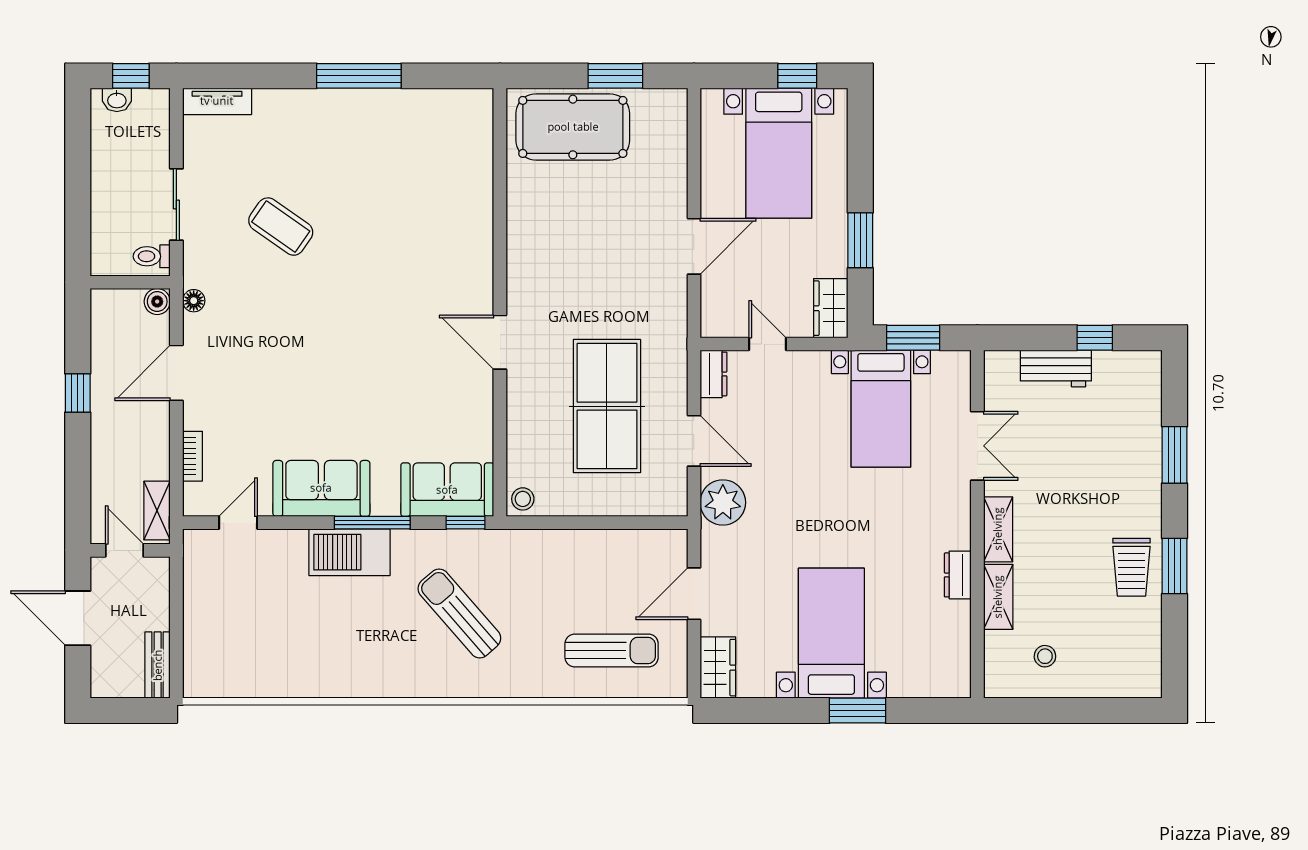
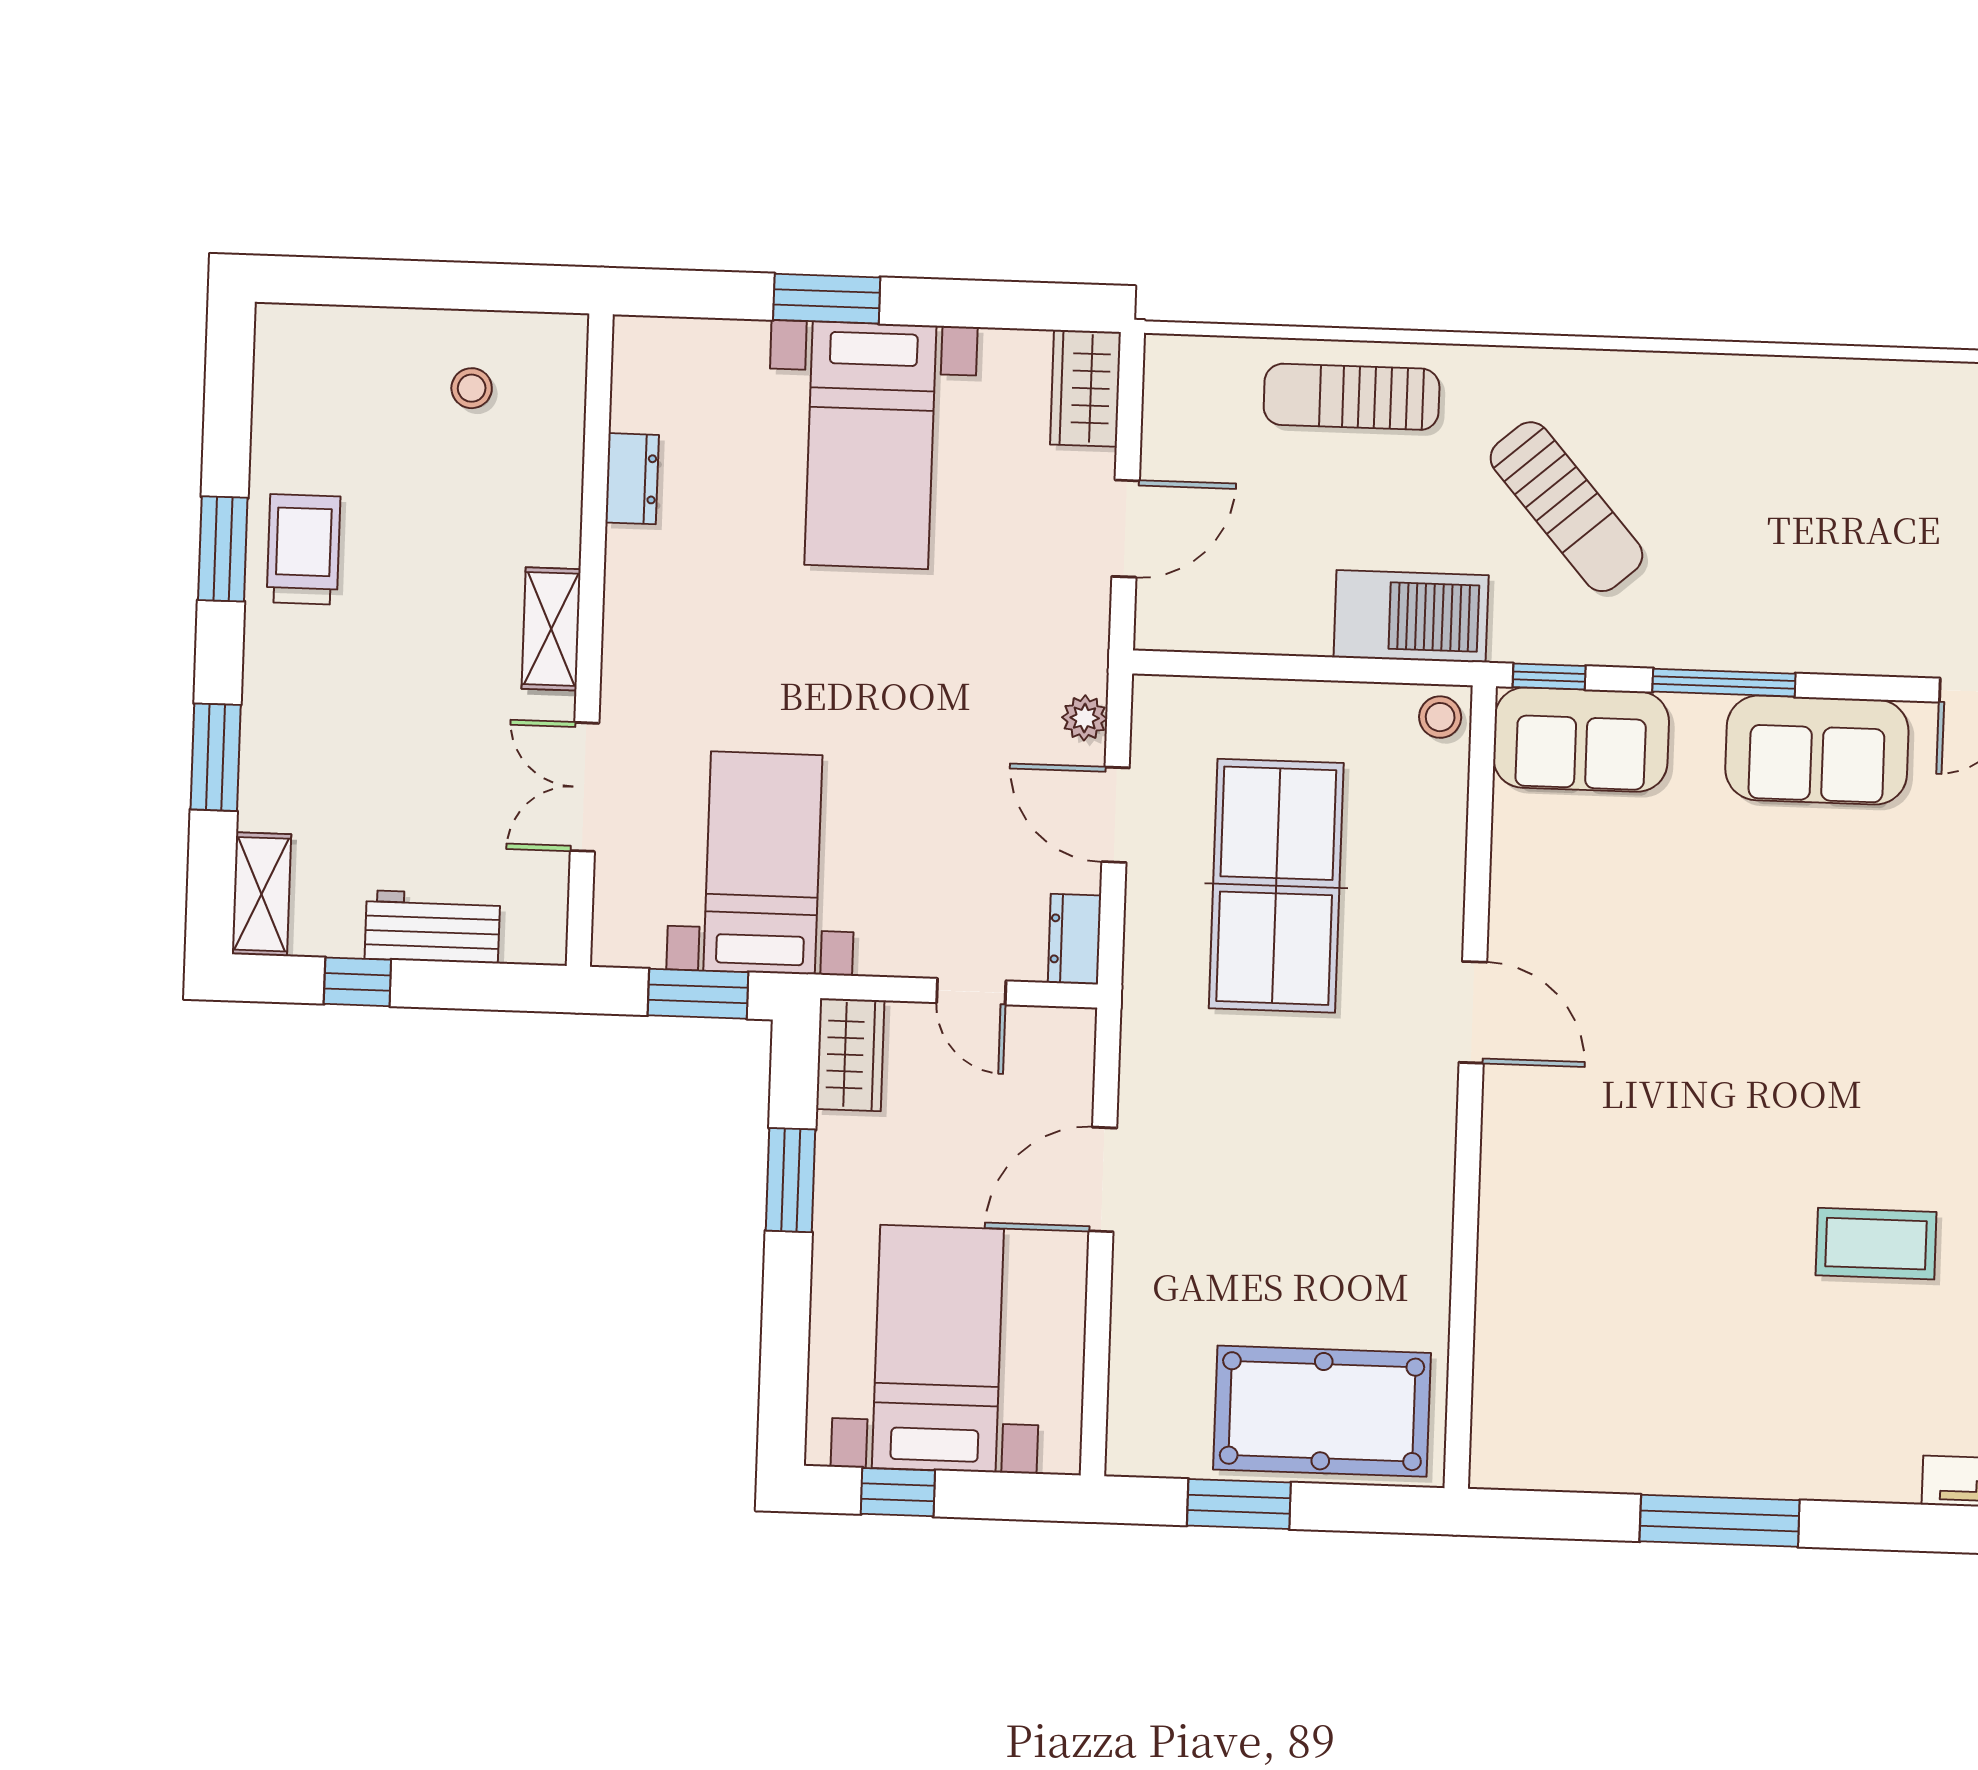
coffee table: (281, 227) -> (1876, 1244), turned -35
plant: (723, 502) -> (1085, 718), width x0.53, depth x0.53
barbecue: (350, 552) -> (1411, 616), moved
dresser: (958, 575) -> (632, 479), moved
shelving: (998, 597) -> (261, 894), moved
sun lounger: (612, 651) -> (1352, 397), moved

